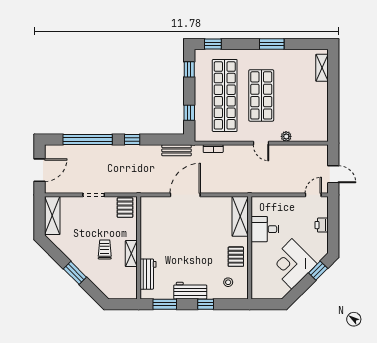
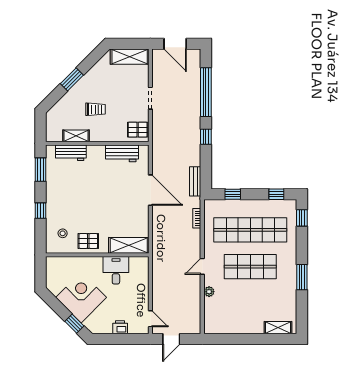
shelving: (131, 254) -> (76, 136), moved
workbench: (190, 291) -> (122, 153), moved, turned 90

